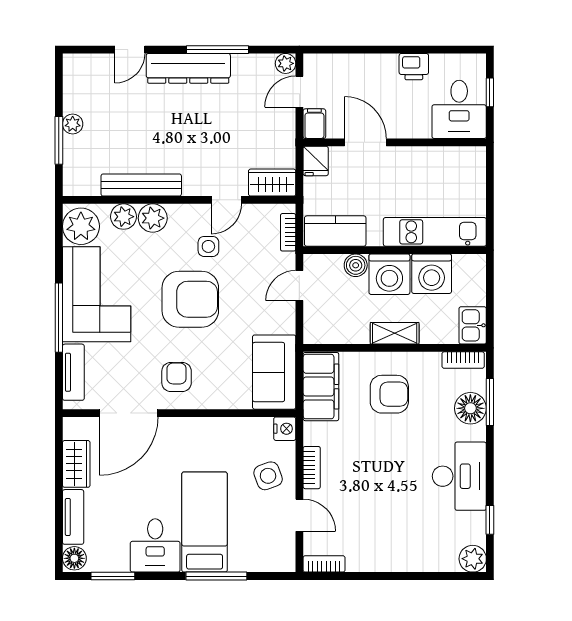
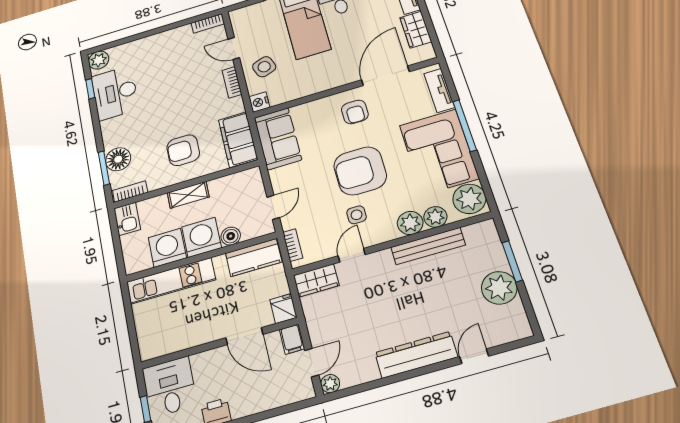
window: (218, 50) -> (394, 379), removed
plant: (73, 124) -> (499, 288), width x1.88, depth x1.88
desk: (459, 476) -> (115, 93), moved

